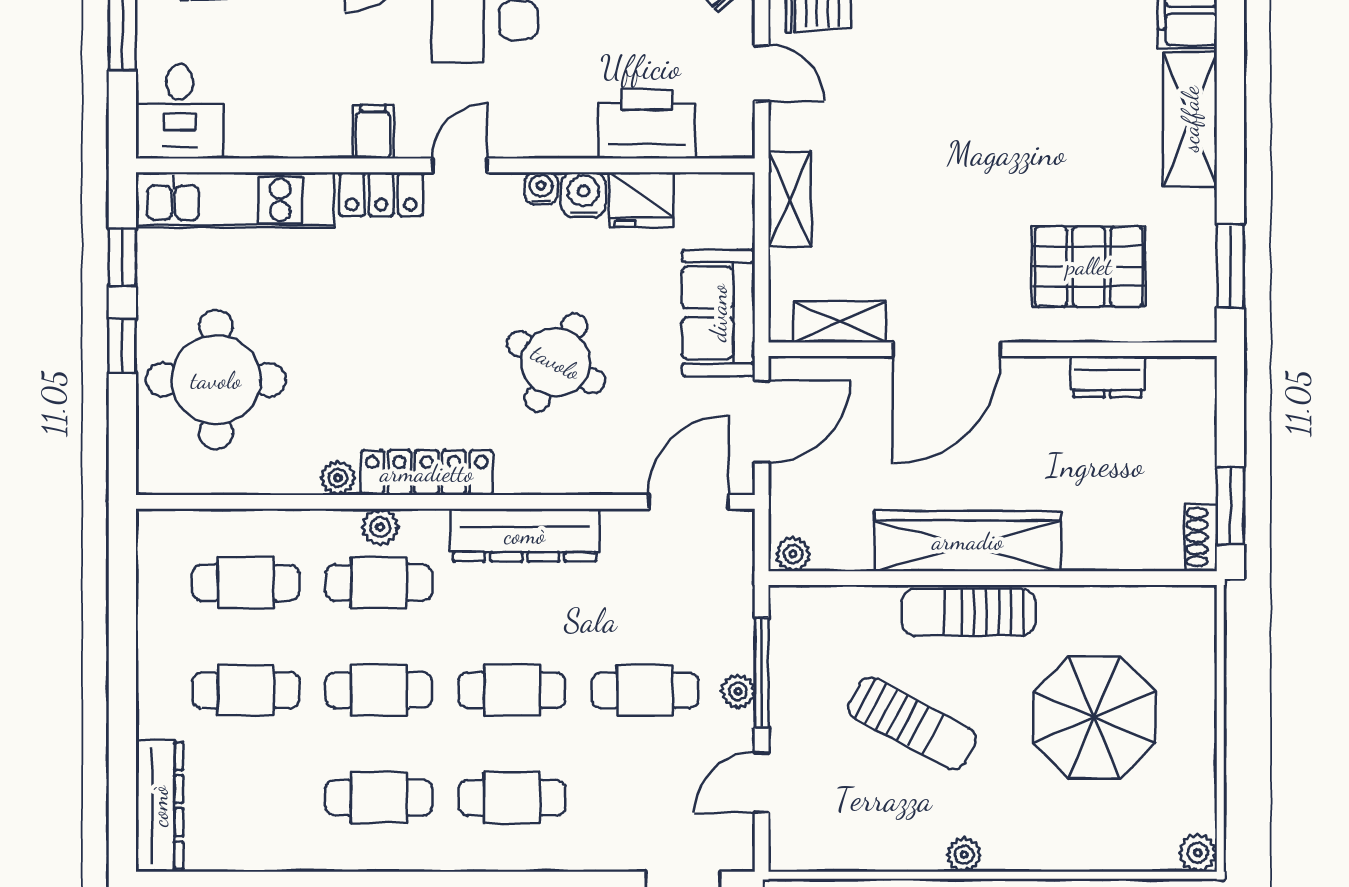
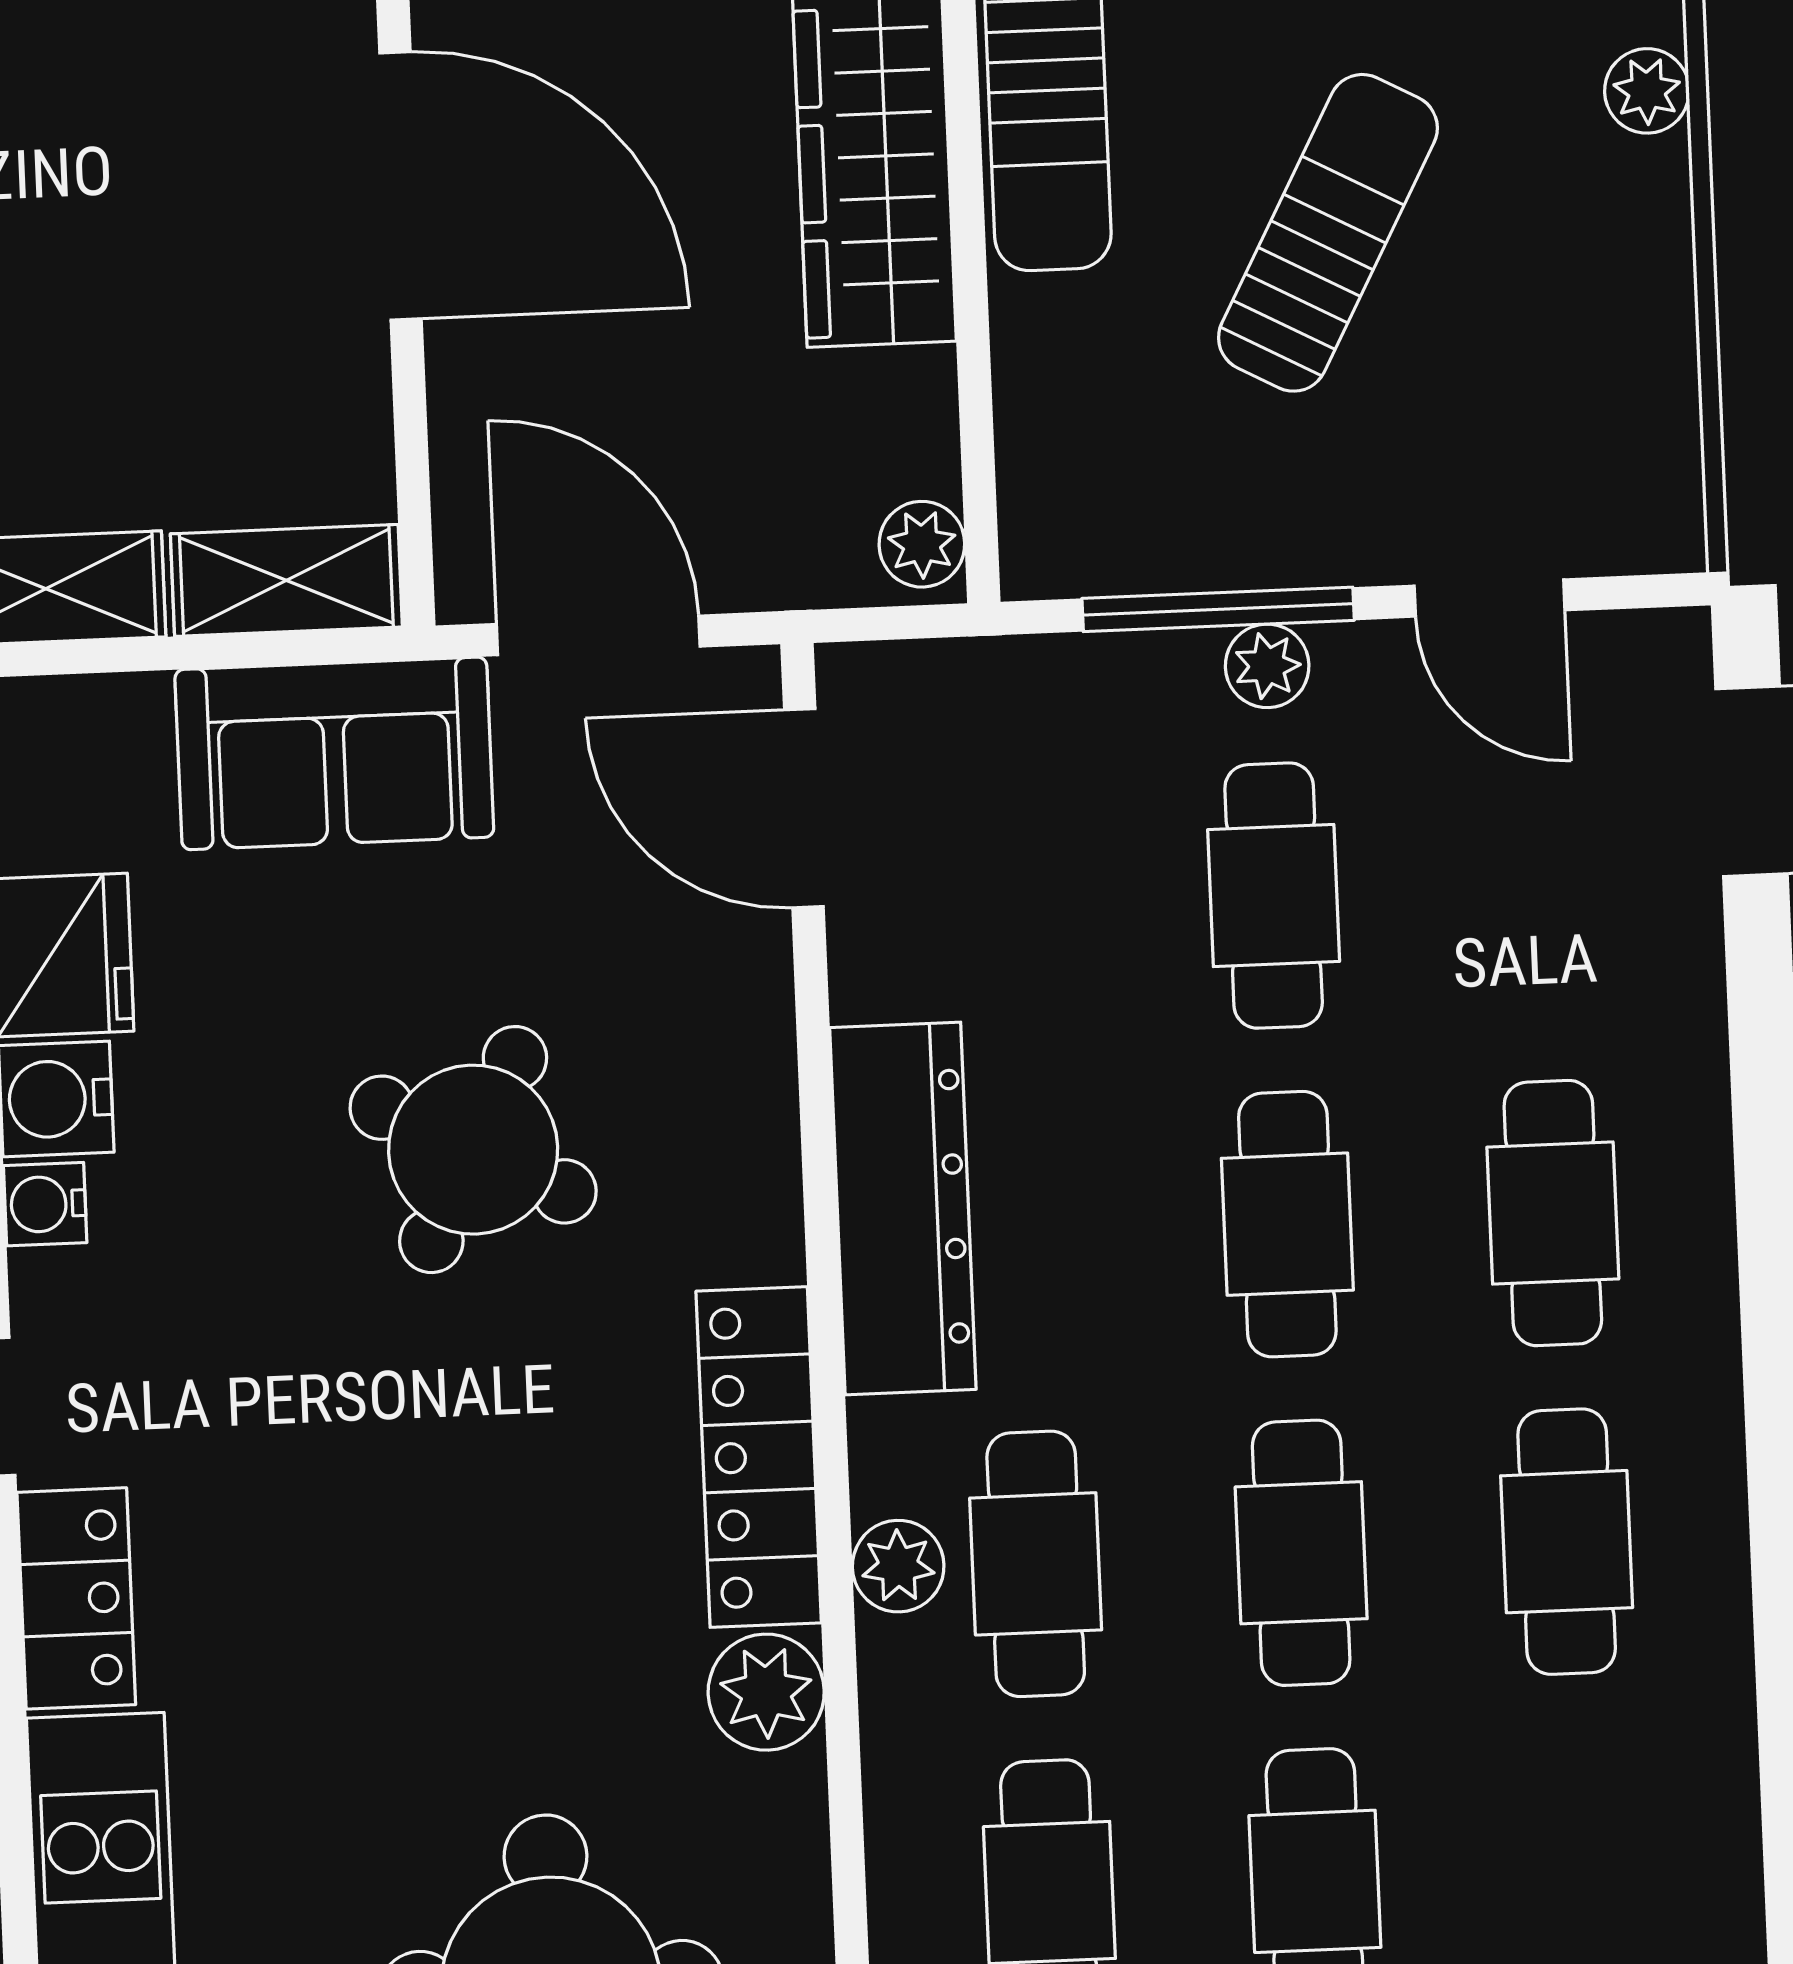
shelving: (840, 322) -> (286, 580), moved, turned 90
plant: (338, 478) -> (766, 1692), width x1.38, depth x1.38

